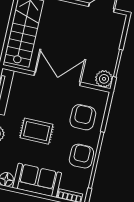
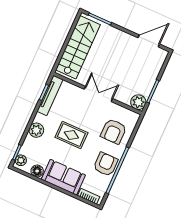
double door: (57, 79) -> (98, 94), width x0.73
armchair: (83, 117) -> (113, 131), turned 180

